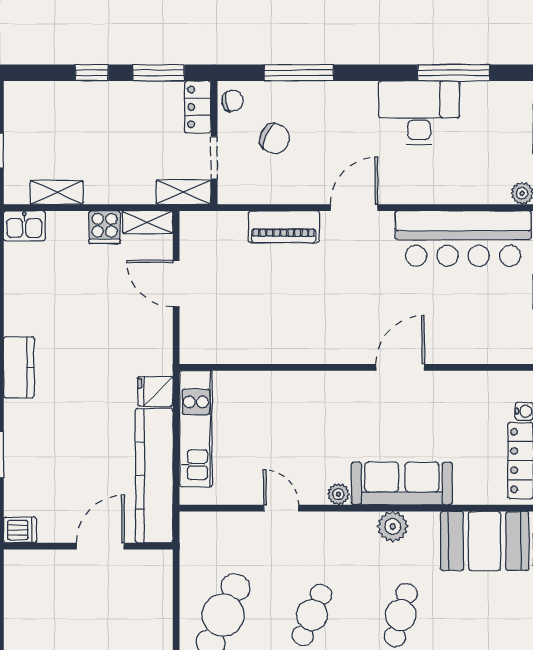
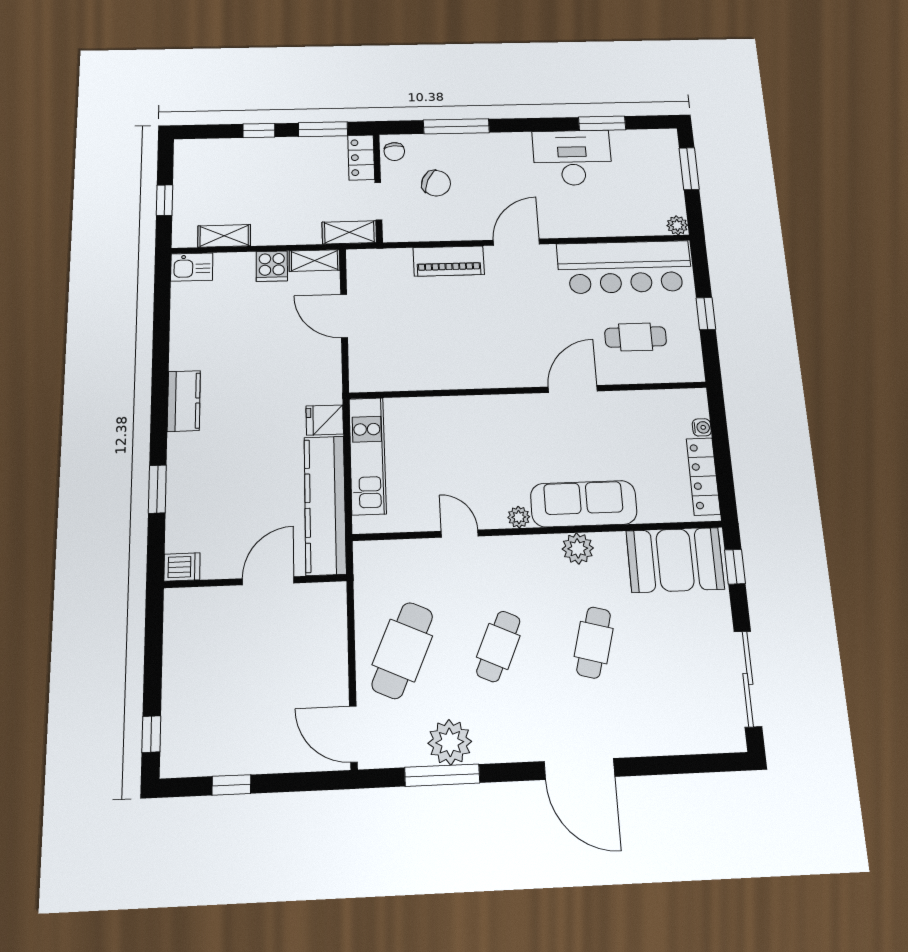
window: (454, 73) -> (602, 123), width x0.69
chair: (232, 101) -> (394, 152), turned 97
cafe table: (467, 315) -> (636, 337), added

